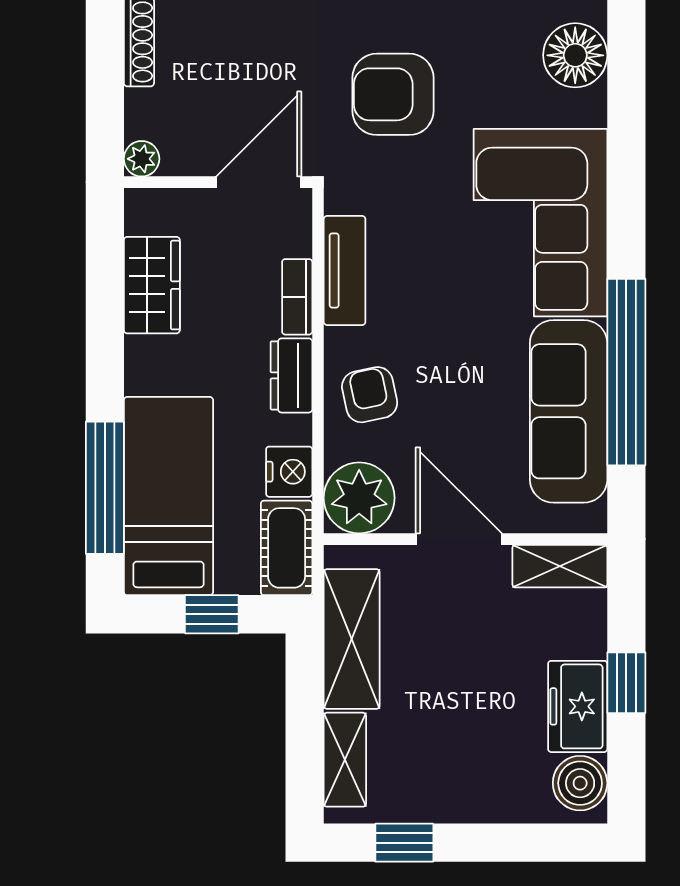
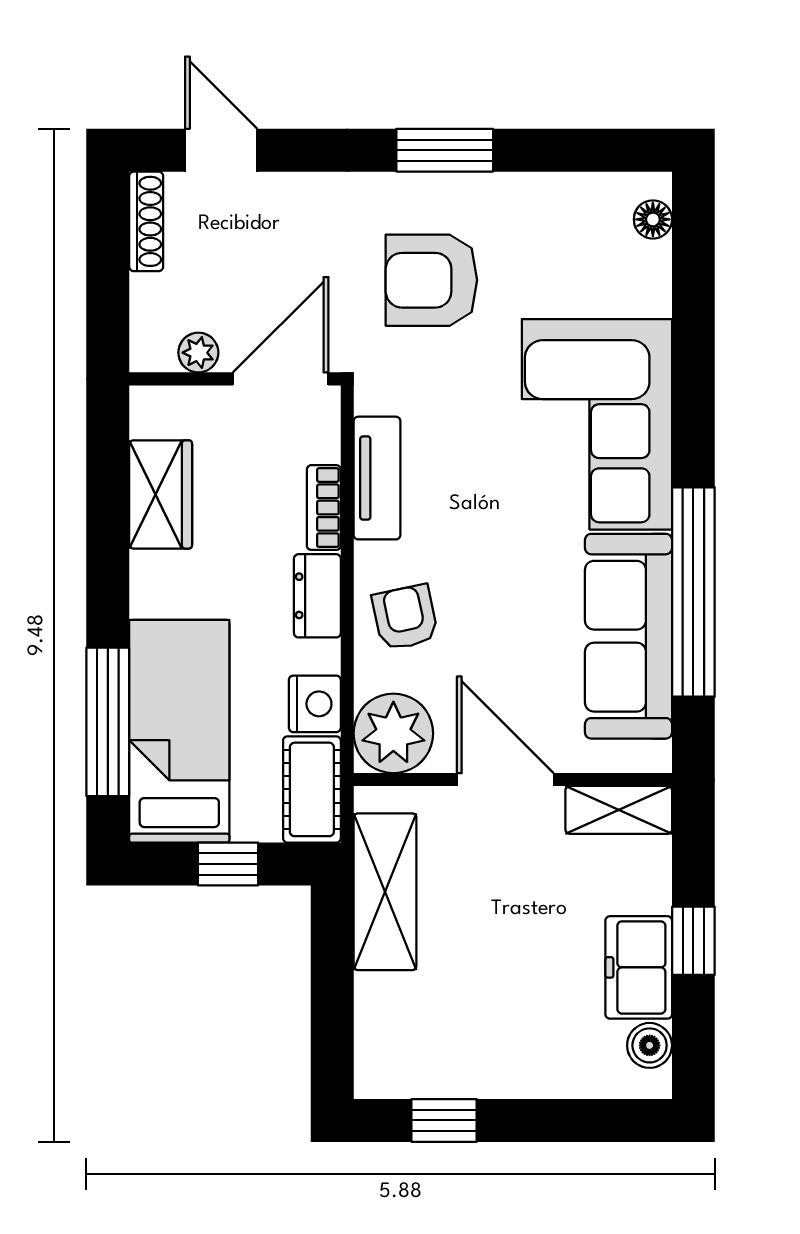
floor lamp: (575, 55) -> (653, 219), width x0.53, depth x0.53
plant: (142, 159) -> (198, 353), moved
shelving: (345, 760) -> (377, 1027), removed
boiler: (580, 783) -> (650, 1045), width x0.73, depth x0.73

